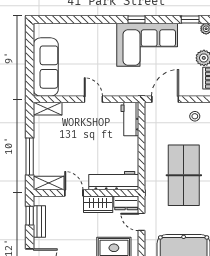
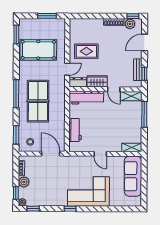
corner sofa: (147, 45) -> (88, 191), moved
door: (165, 99) -> (51, 154), swing flipped
workbench: (130, 119) -> (75, 130), moved
door: (142, 222) -> (67, 69), hinge flipped

